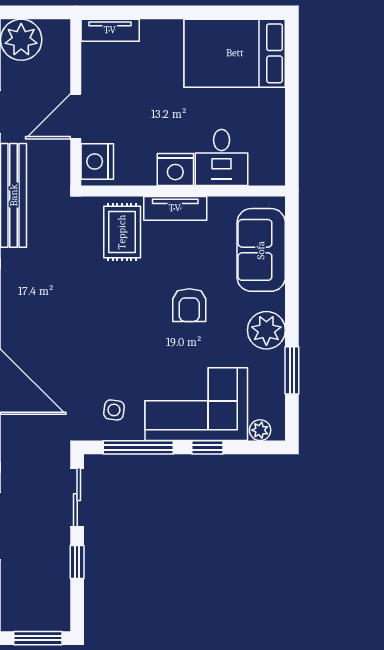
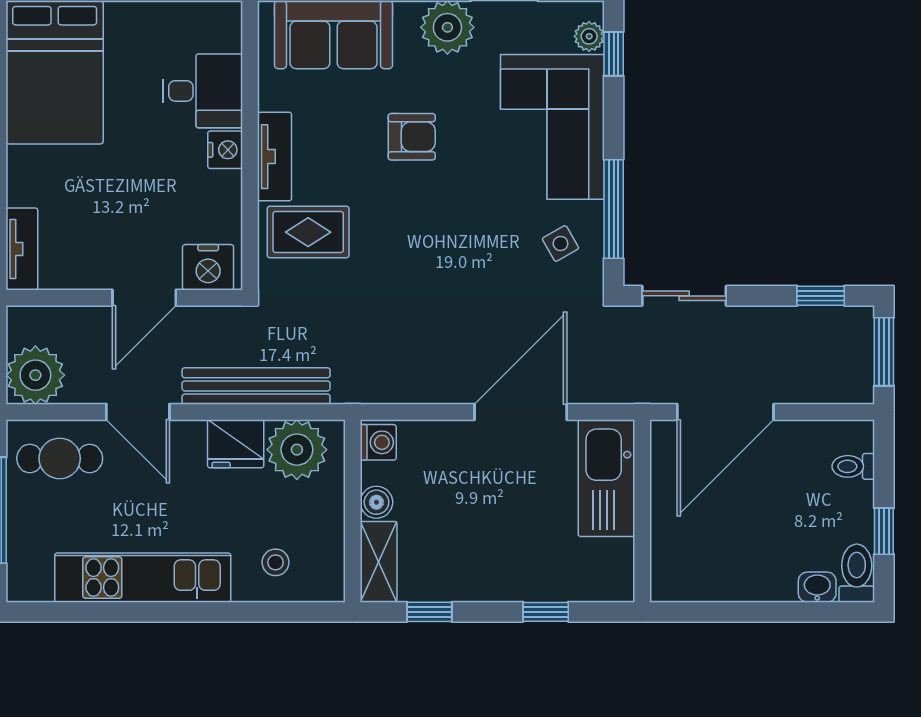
door: (76, 116) -> (144, 298), hinge flipped
nightstand: (175, 169) -> (225, 150), width x0.74, depth x0.75
side table: (114, 410) -> (560, 243), turned -37
window: (207, 447) -> (614, 54), moved
window: (77, 562) -> (821, 296), moved

